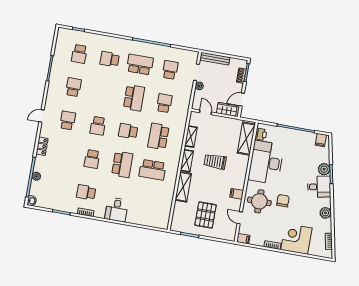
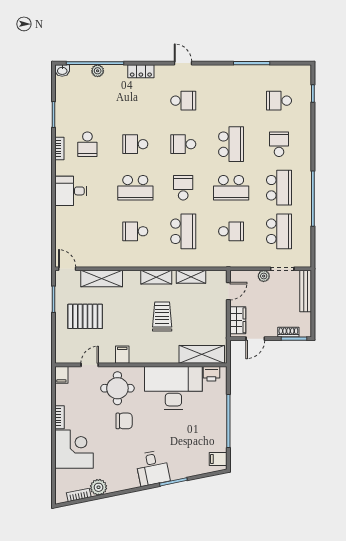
school desk: (170, 70) -> (279, 231), width x1.85
school desk: (73, 87) -> (231, 144), moved, width x1.85
door: (242, 99) -> (255, 339), swing flipped
school desk: (158, 136) -> (183, 231), turned 90
plant: (324, 169) -> (178, 471), removed
school desk: (153, 170) -> (135, 231), width x0.54
shelving: (183, 187) -> (102, 278), moved
school desk: (86, 192) -> (87, 144), turned 180
plant: (326, 213) -> (99, 487), moved
door: (170, 222) -> (67, 269), added

